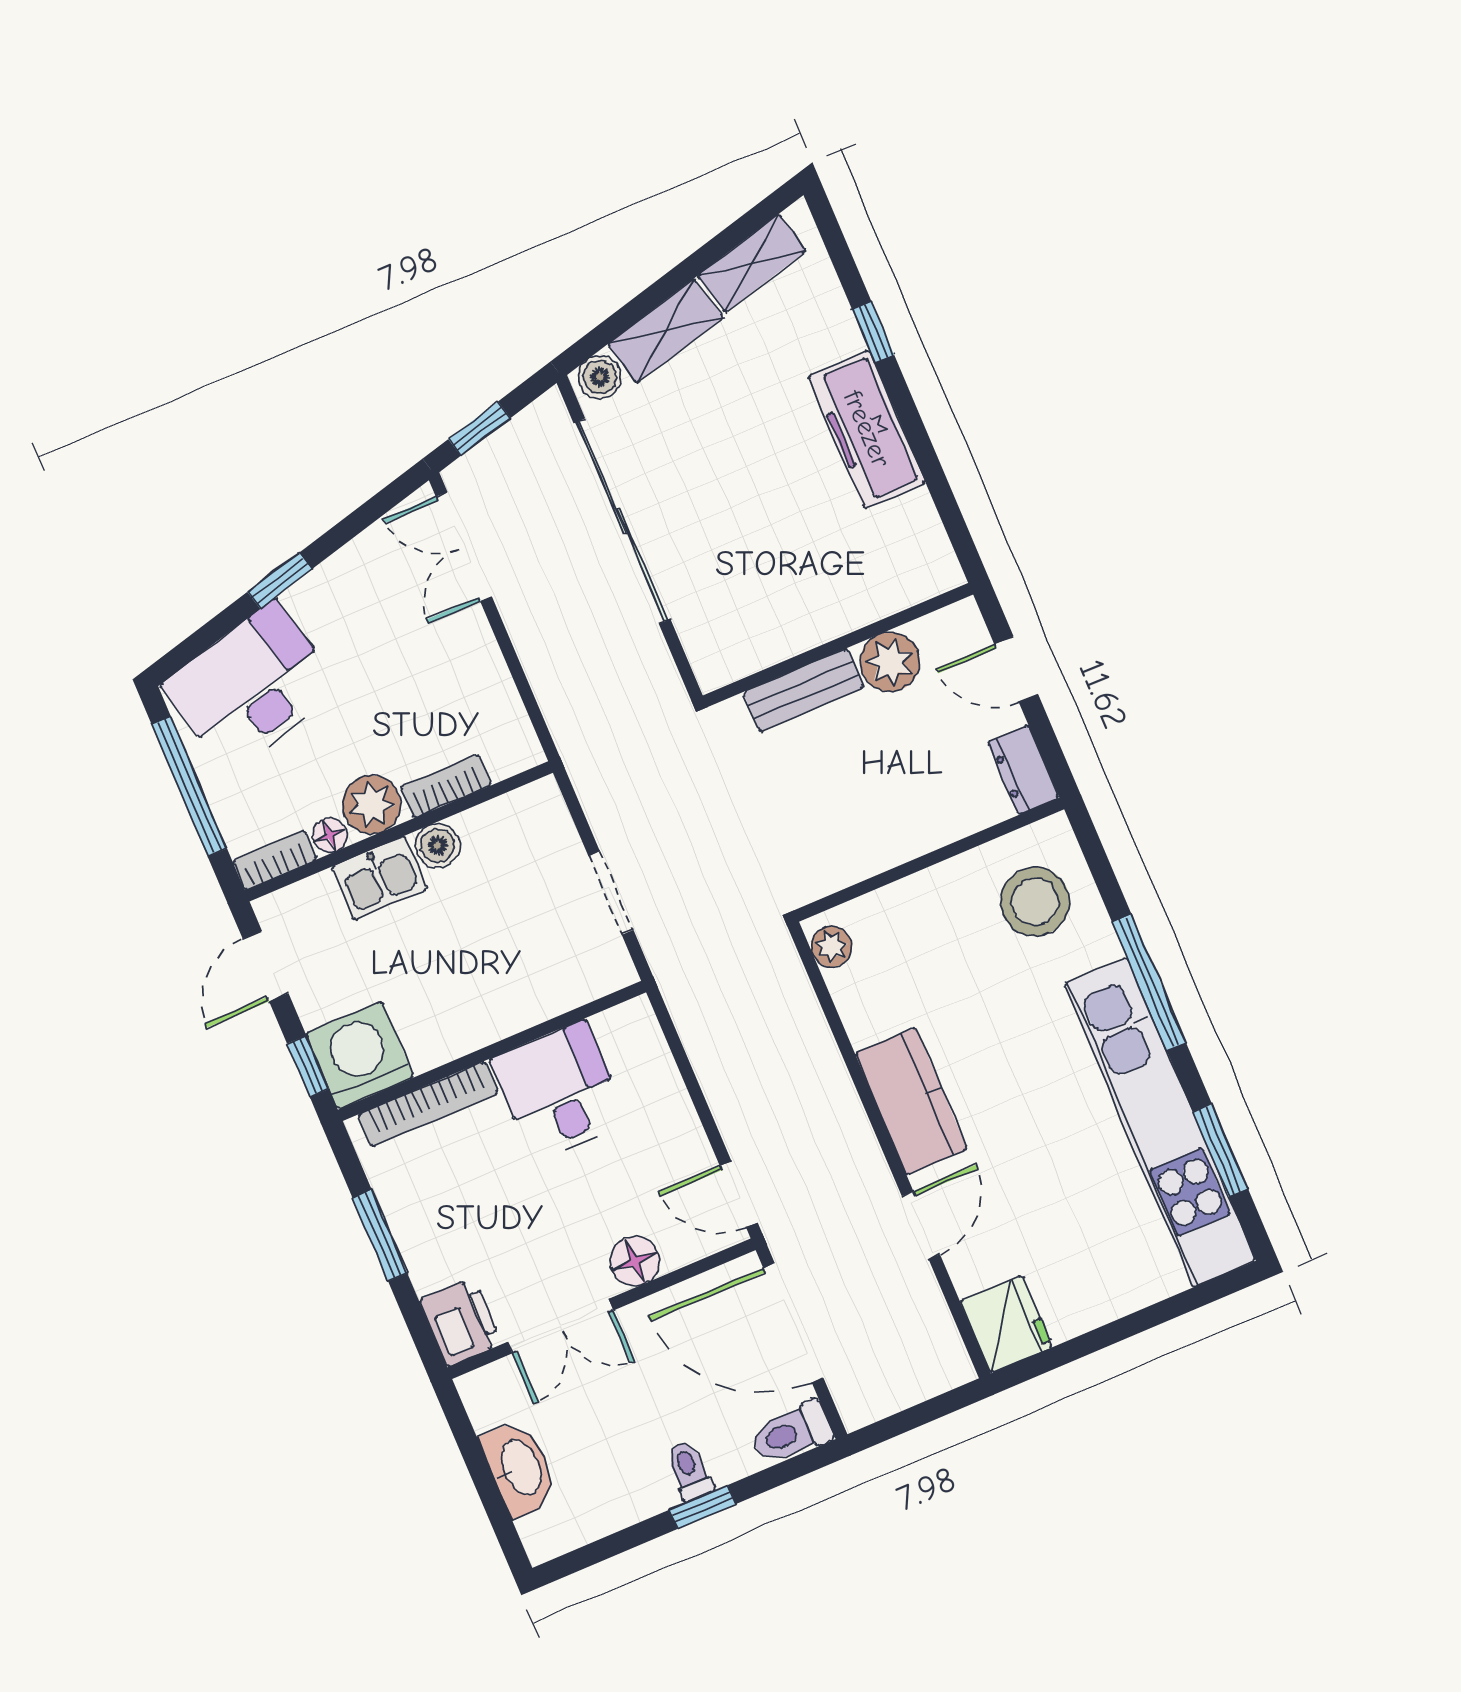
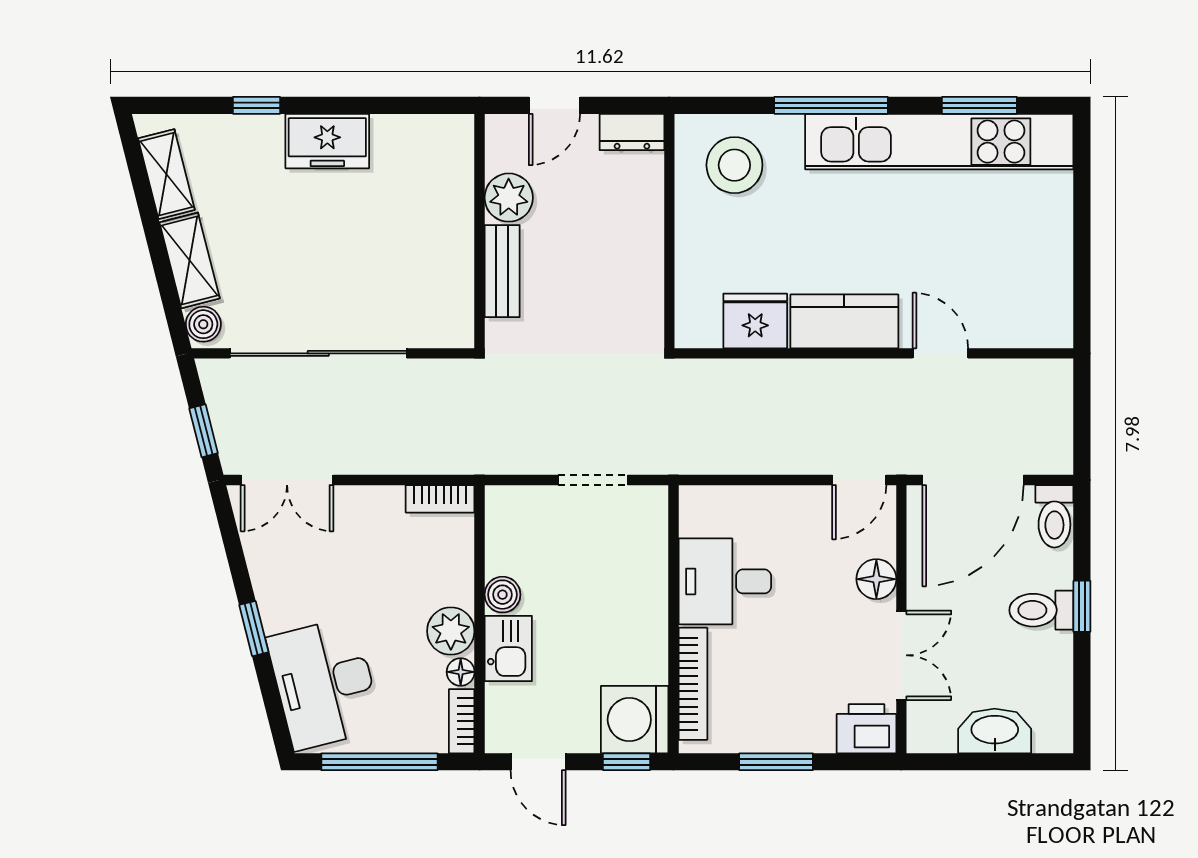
freezer: (867, 429) -> (327, 141), width x0.71
bookcase: (446, 786) -> (440, 499), moved, turned -90
plant: (832, 947) -> (703, 332), removed
fridge: (1006, 1324) -> (755, 321), moved
toilet: (689, 1470) -> (1041, 610), width x1.37, depth x1.39

